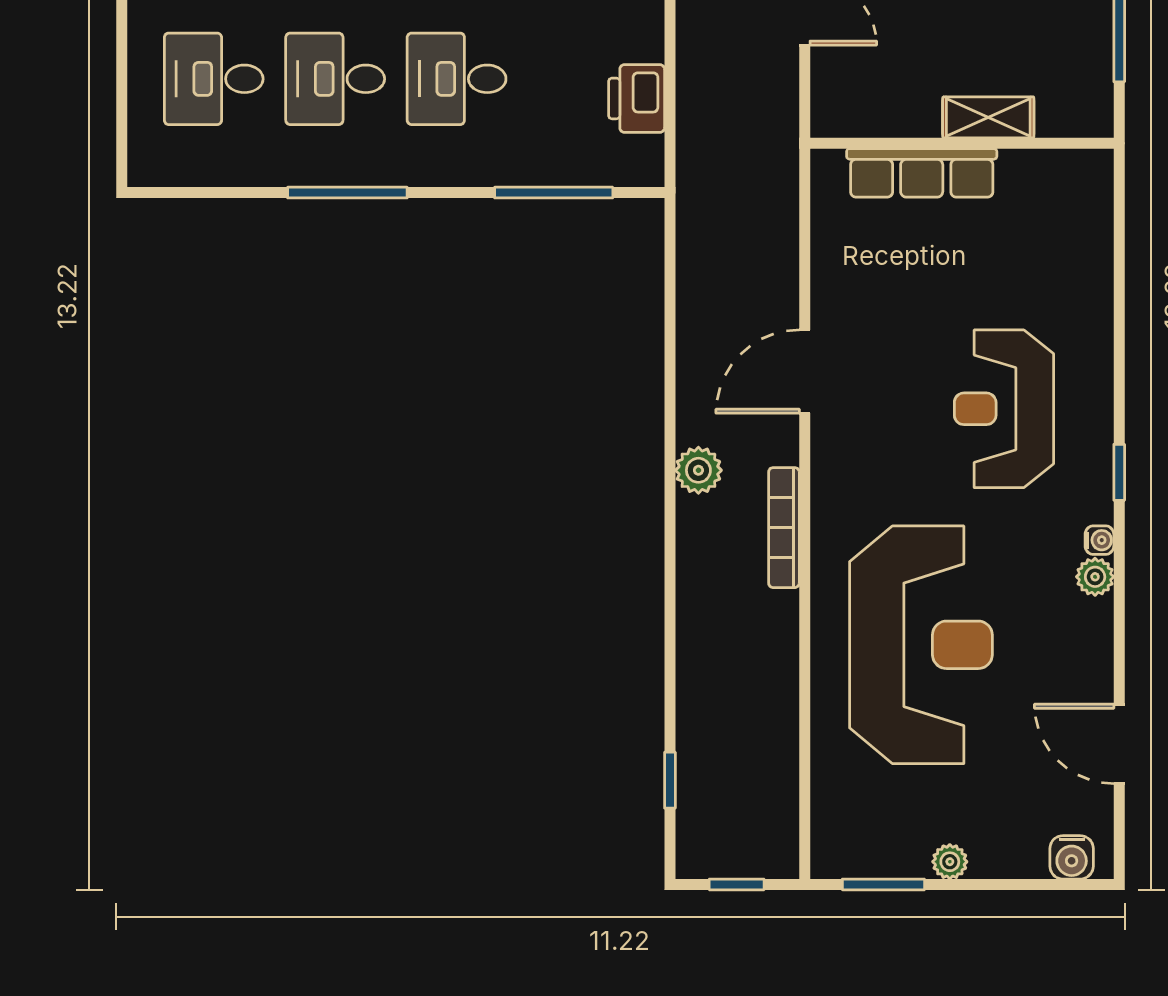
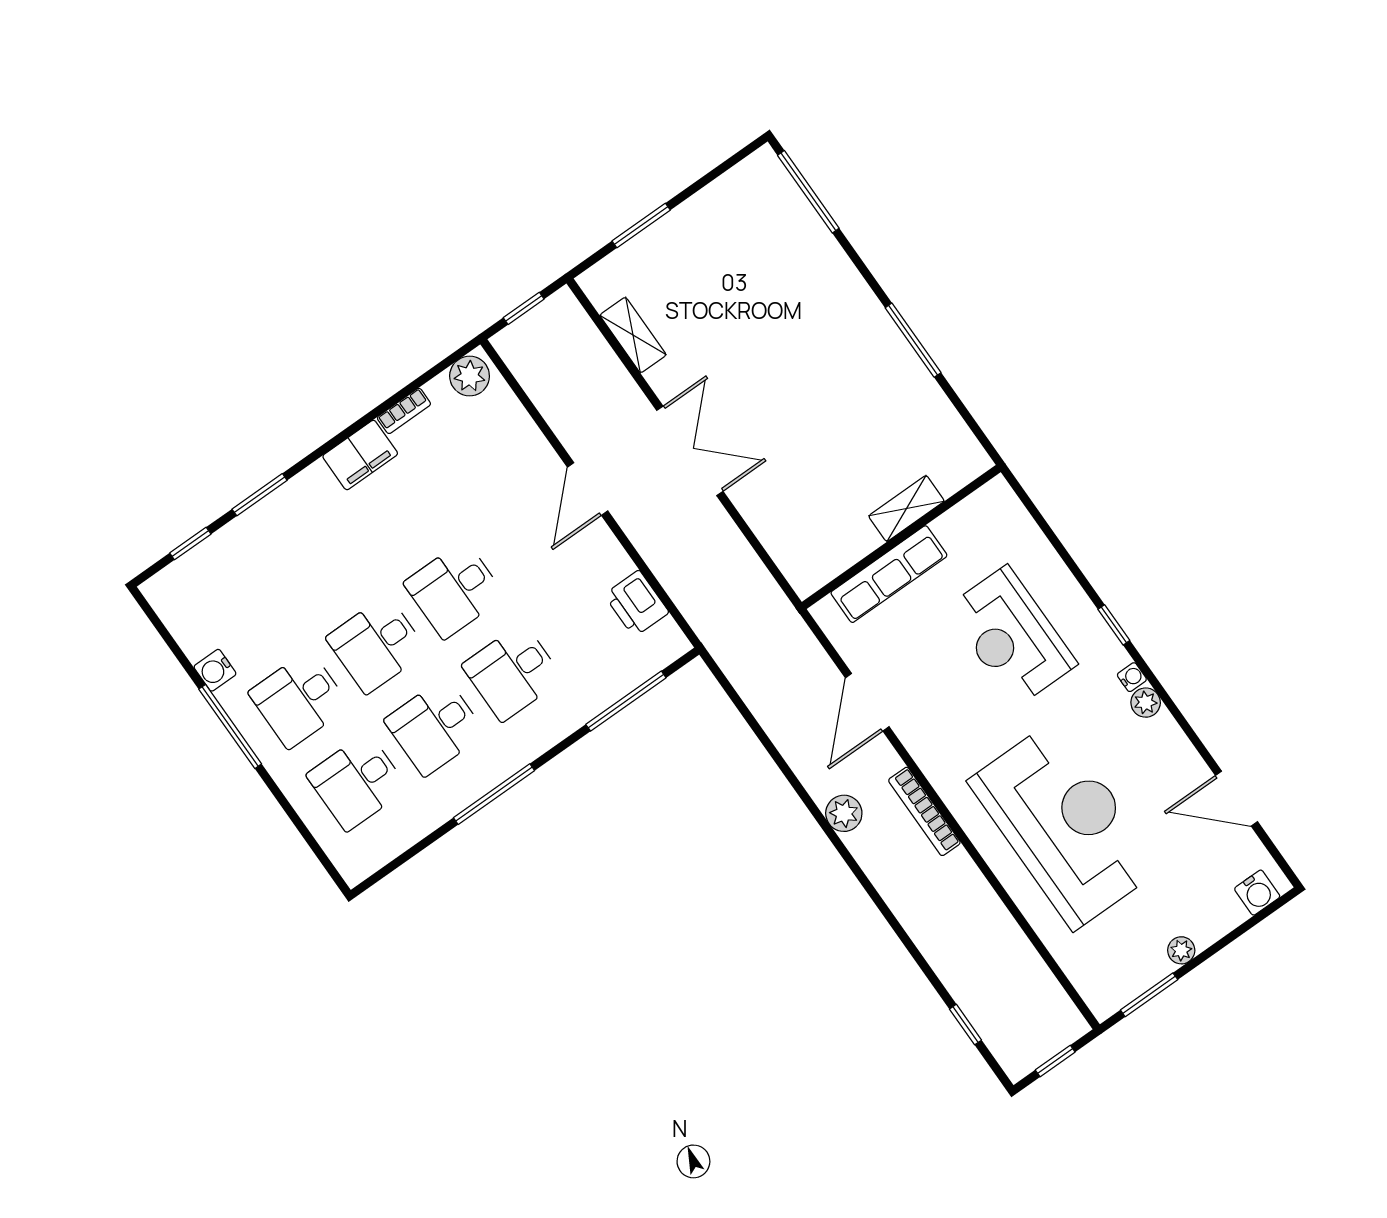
shelving: (988, 117) -> (906, 508), moved
wall: (962, 143) -> (901, 537), moved
row of seats: (922, 173) -> (889, 574), moved

